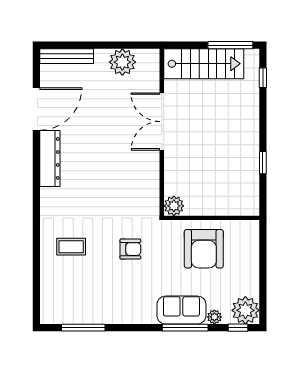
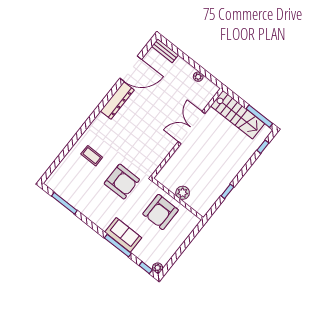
bench: (67, 56) -> (165, 51), width x0.73
plant: (122, 62) -> (198, 77), width x0.53, depth x0.53
plant: (174, 206) -> (183, 193), moved
armchair: (130, 249) -> (122, 182), width x1.88, depth x1.88
plant: (245, 310) -> (158, 268), width x0.53, depth x0.53
plant: (214, 317) -> (138, 252), removed

